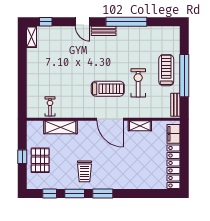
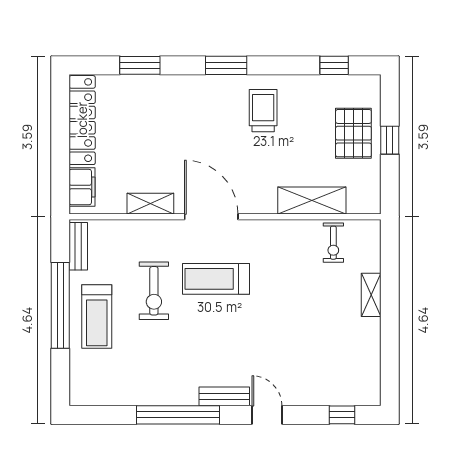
shelving: (31, 37) -> (371, 295), moved
window: (75, 194) -> (140, 65), moved

